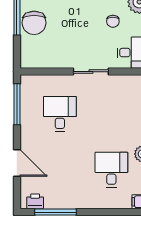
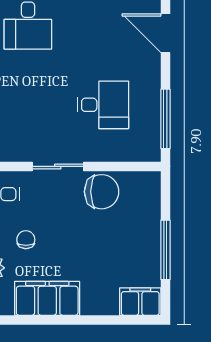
chair: (34, 23) -> (102, 192), moved, turned 90
desk: (60, 114) -> (103, 105), turned -90

